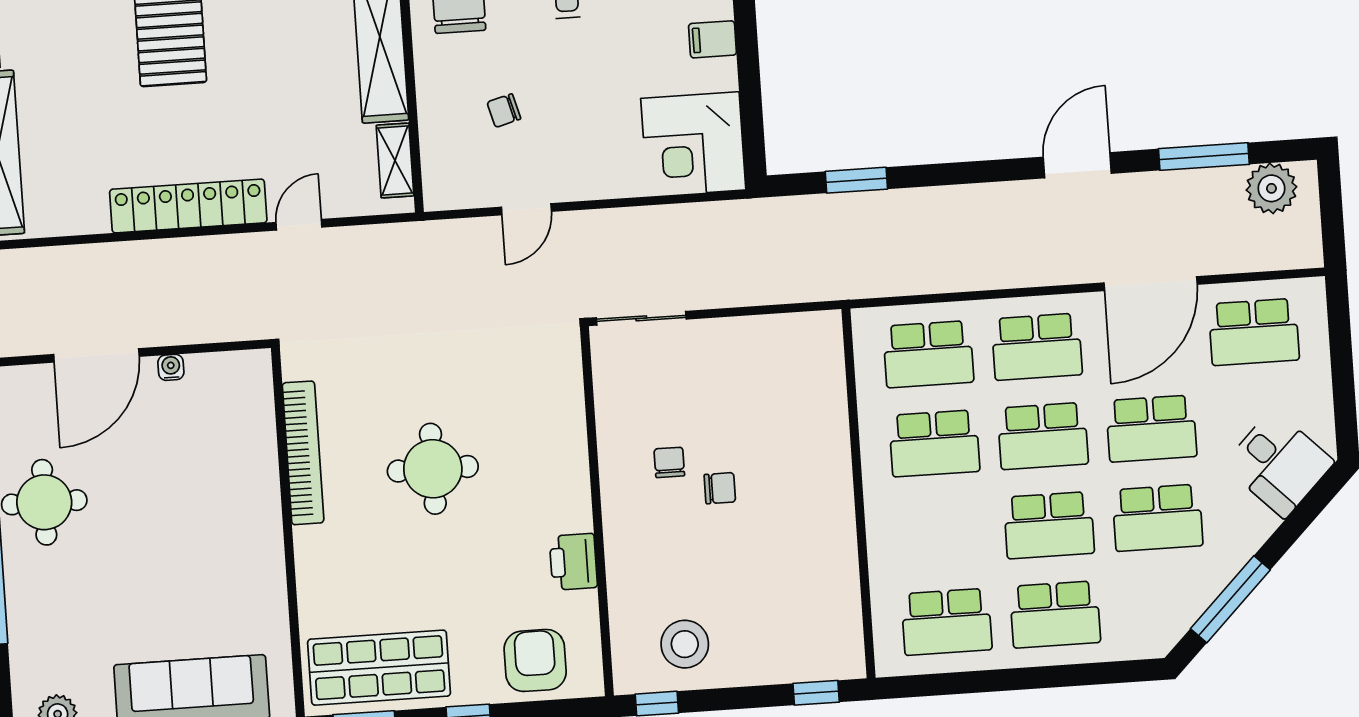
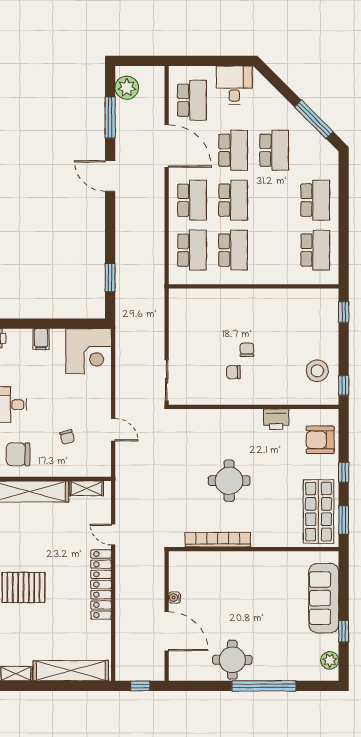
desk: (1279, 463) -> (234, 85), moved, turned -45
school desk: (1049, 525) -> (274, 200), removed

